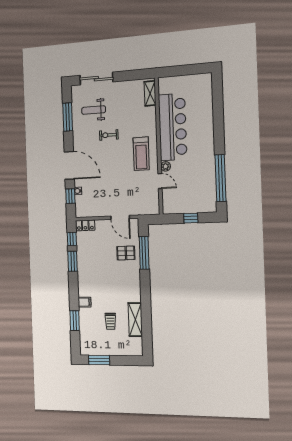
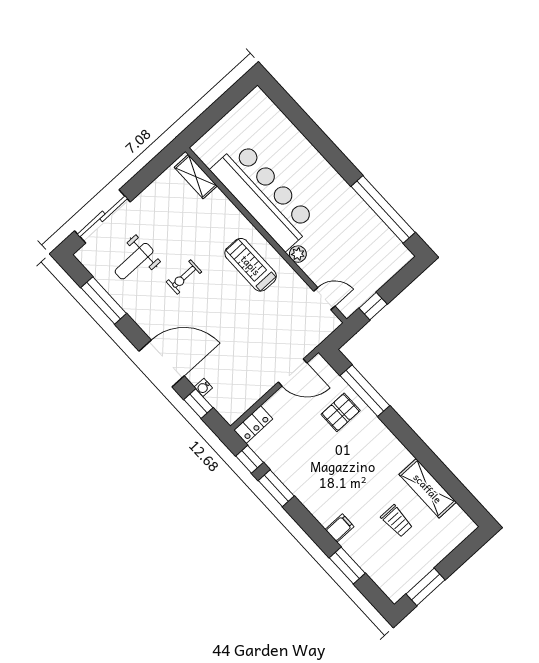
treadmill: (141, 154) -> (251, 265), turned 180
door: (160, 181) -> (324, 299), moved
window: (191, 218) -> (373, 306), moved

